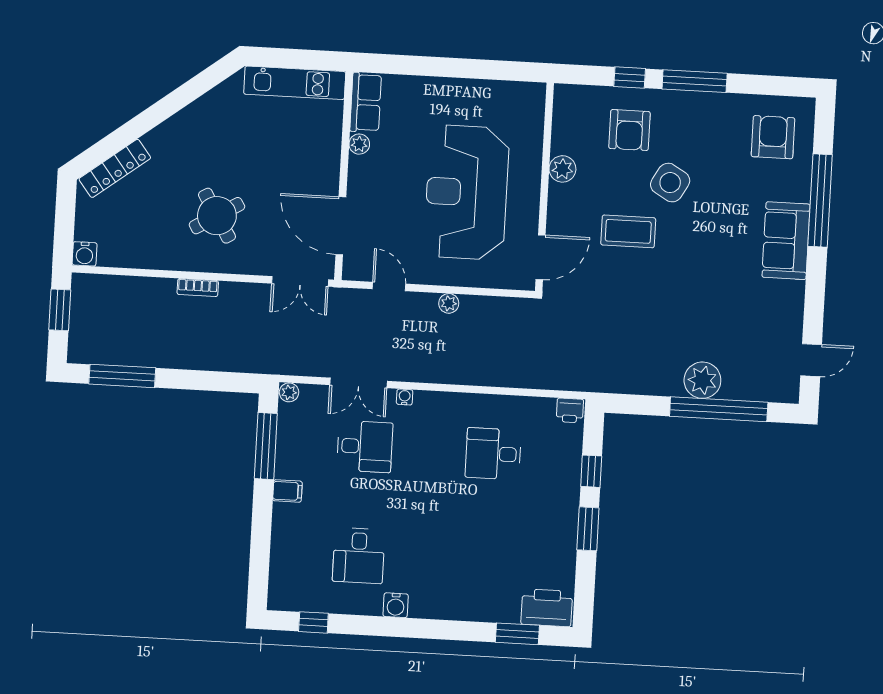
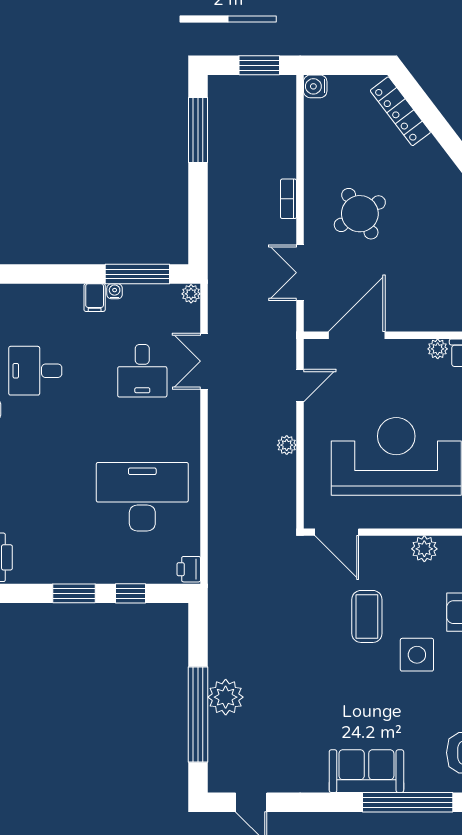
side table: (670, 183) -> (417, 655), turned -30
double door: (300, 281) -> (300, 273), moved
water cooler: (405, 397) -> (115, 291), moved, turned -90
desk: (493, 454) -> (142, 497), width x1.87, depth x1.30

